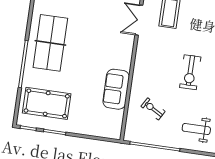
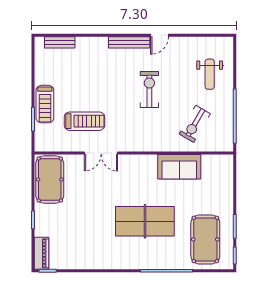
table tennis table: (50, 43) -> (145, 221), moved
exercise bike: (190, 72) -> (149, 90), turned -90
exercise bike: (153, 109) -> (195, 124), width x1.38, depth x1.39

